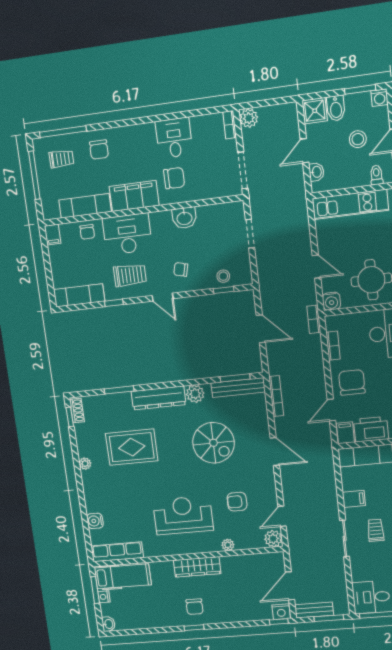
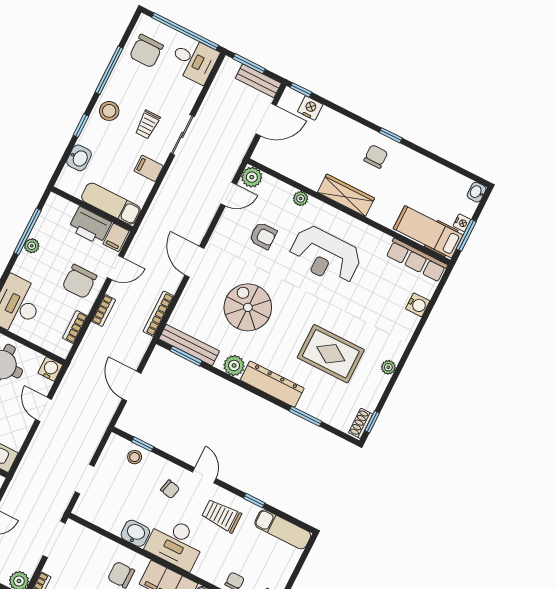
desk: (127, 234) -> (176, 543), moved
bookcase: (314, 319) -> (104, 310), moved
nightstand: (281, 612) -> (310, 108), moved

